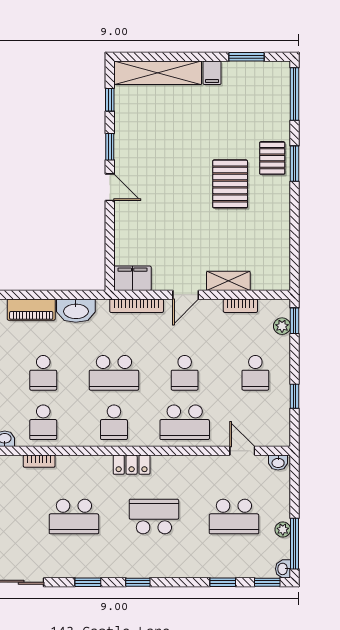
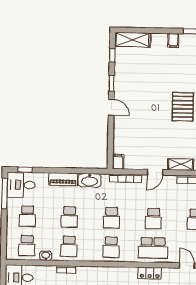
shelving: (158, 73) -> (133, 40), width x0.68
filing cabinet: (133, 278) -> (118, 162), width x0.50
school desk: (114, 373) -> (111, 218), width x0.54
locker: (132, 465) -> (150, 273), moved

